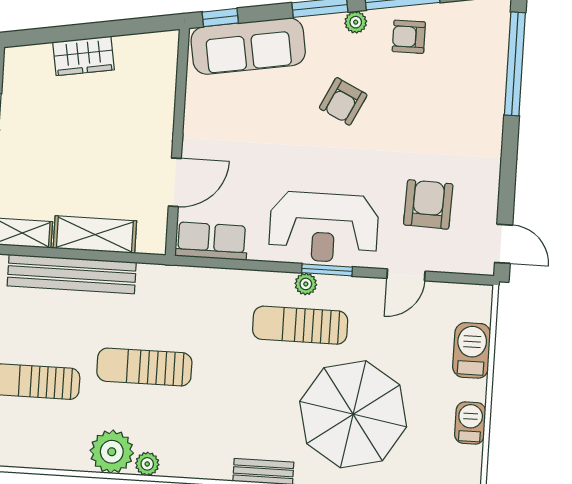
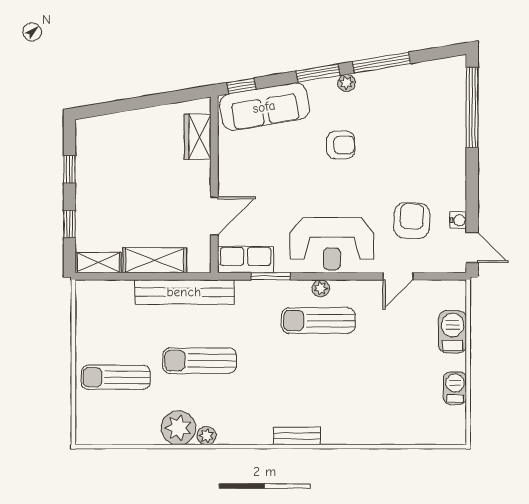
armchair: (409, 37) -> (389, 92), removed
wardrobe: (83, 56) -> (198, 137), moved, turned 99
armchair: (343, 101) -> (341, 145), turned -116
water cooler: (488, 208) -> (458, 220), added
window: (327, 270) -> (270, 276), moved
bench: (72, 274) -> (184, 292), moved
parasol: (353, 414) -> (364, 387), removed

